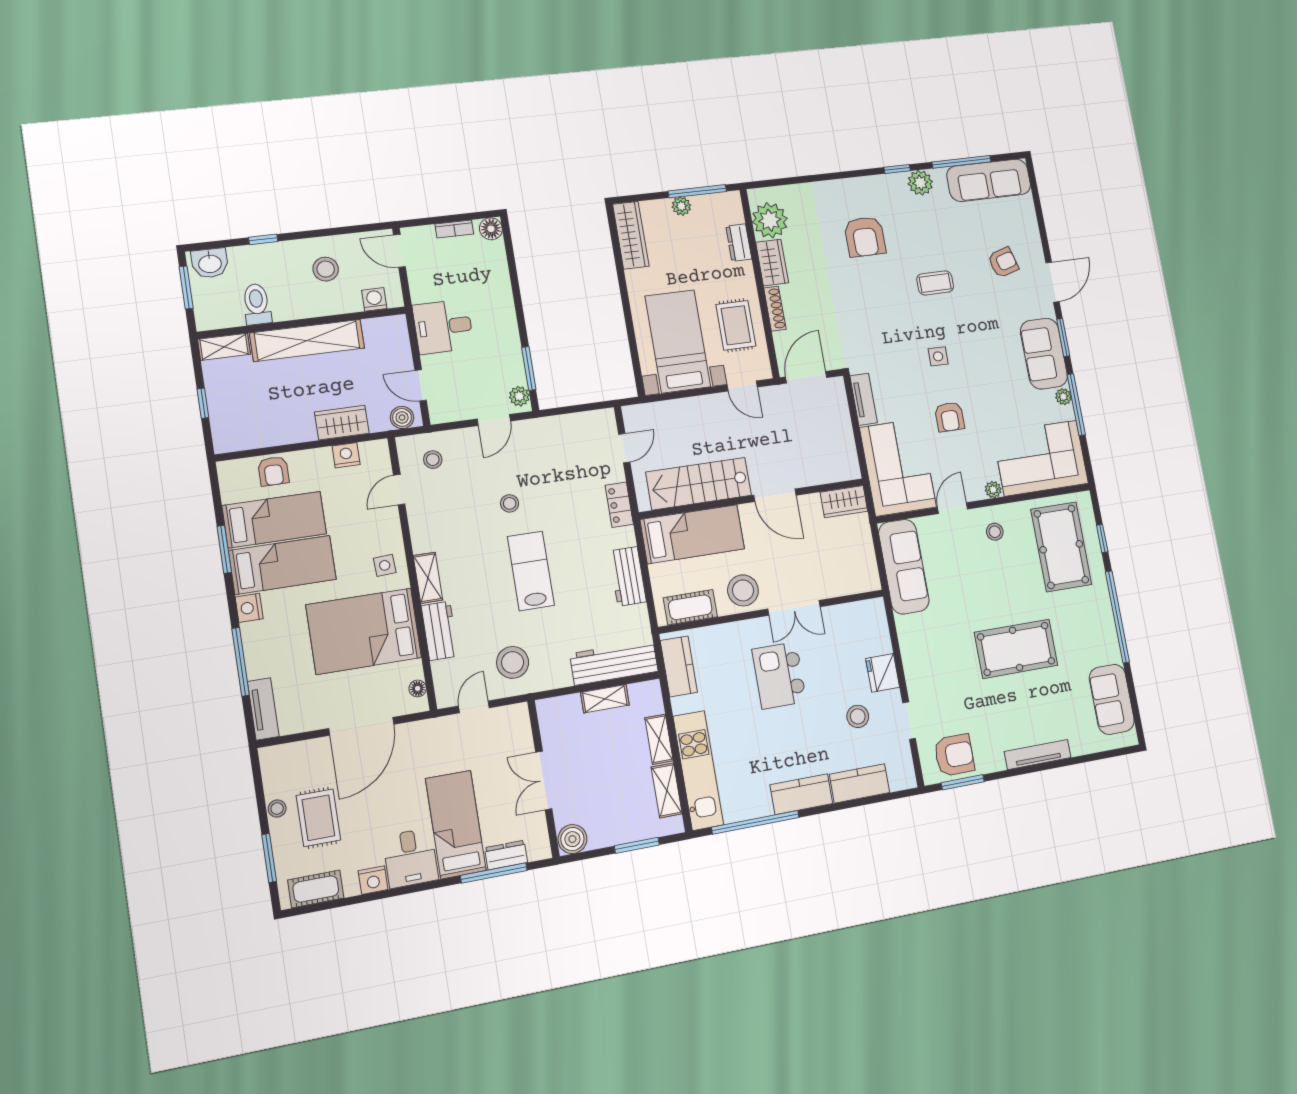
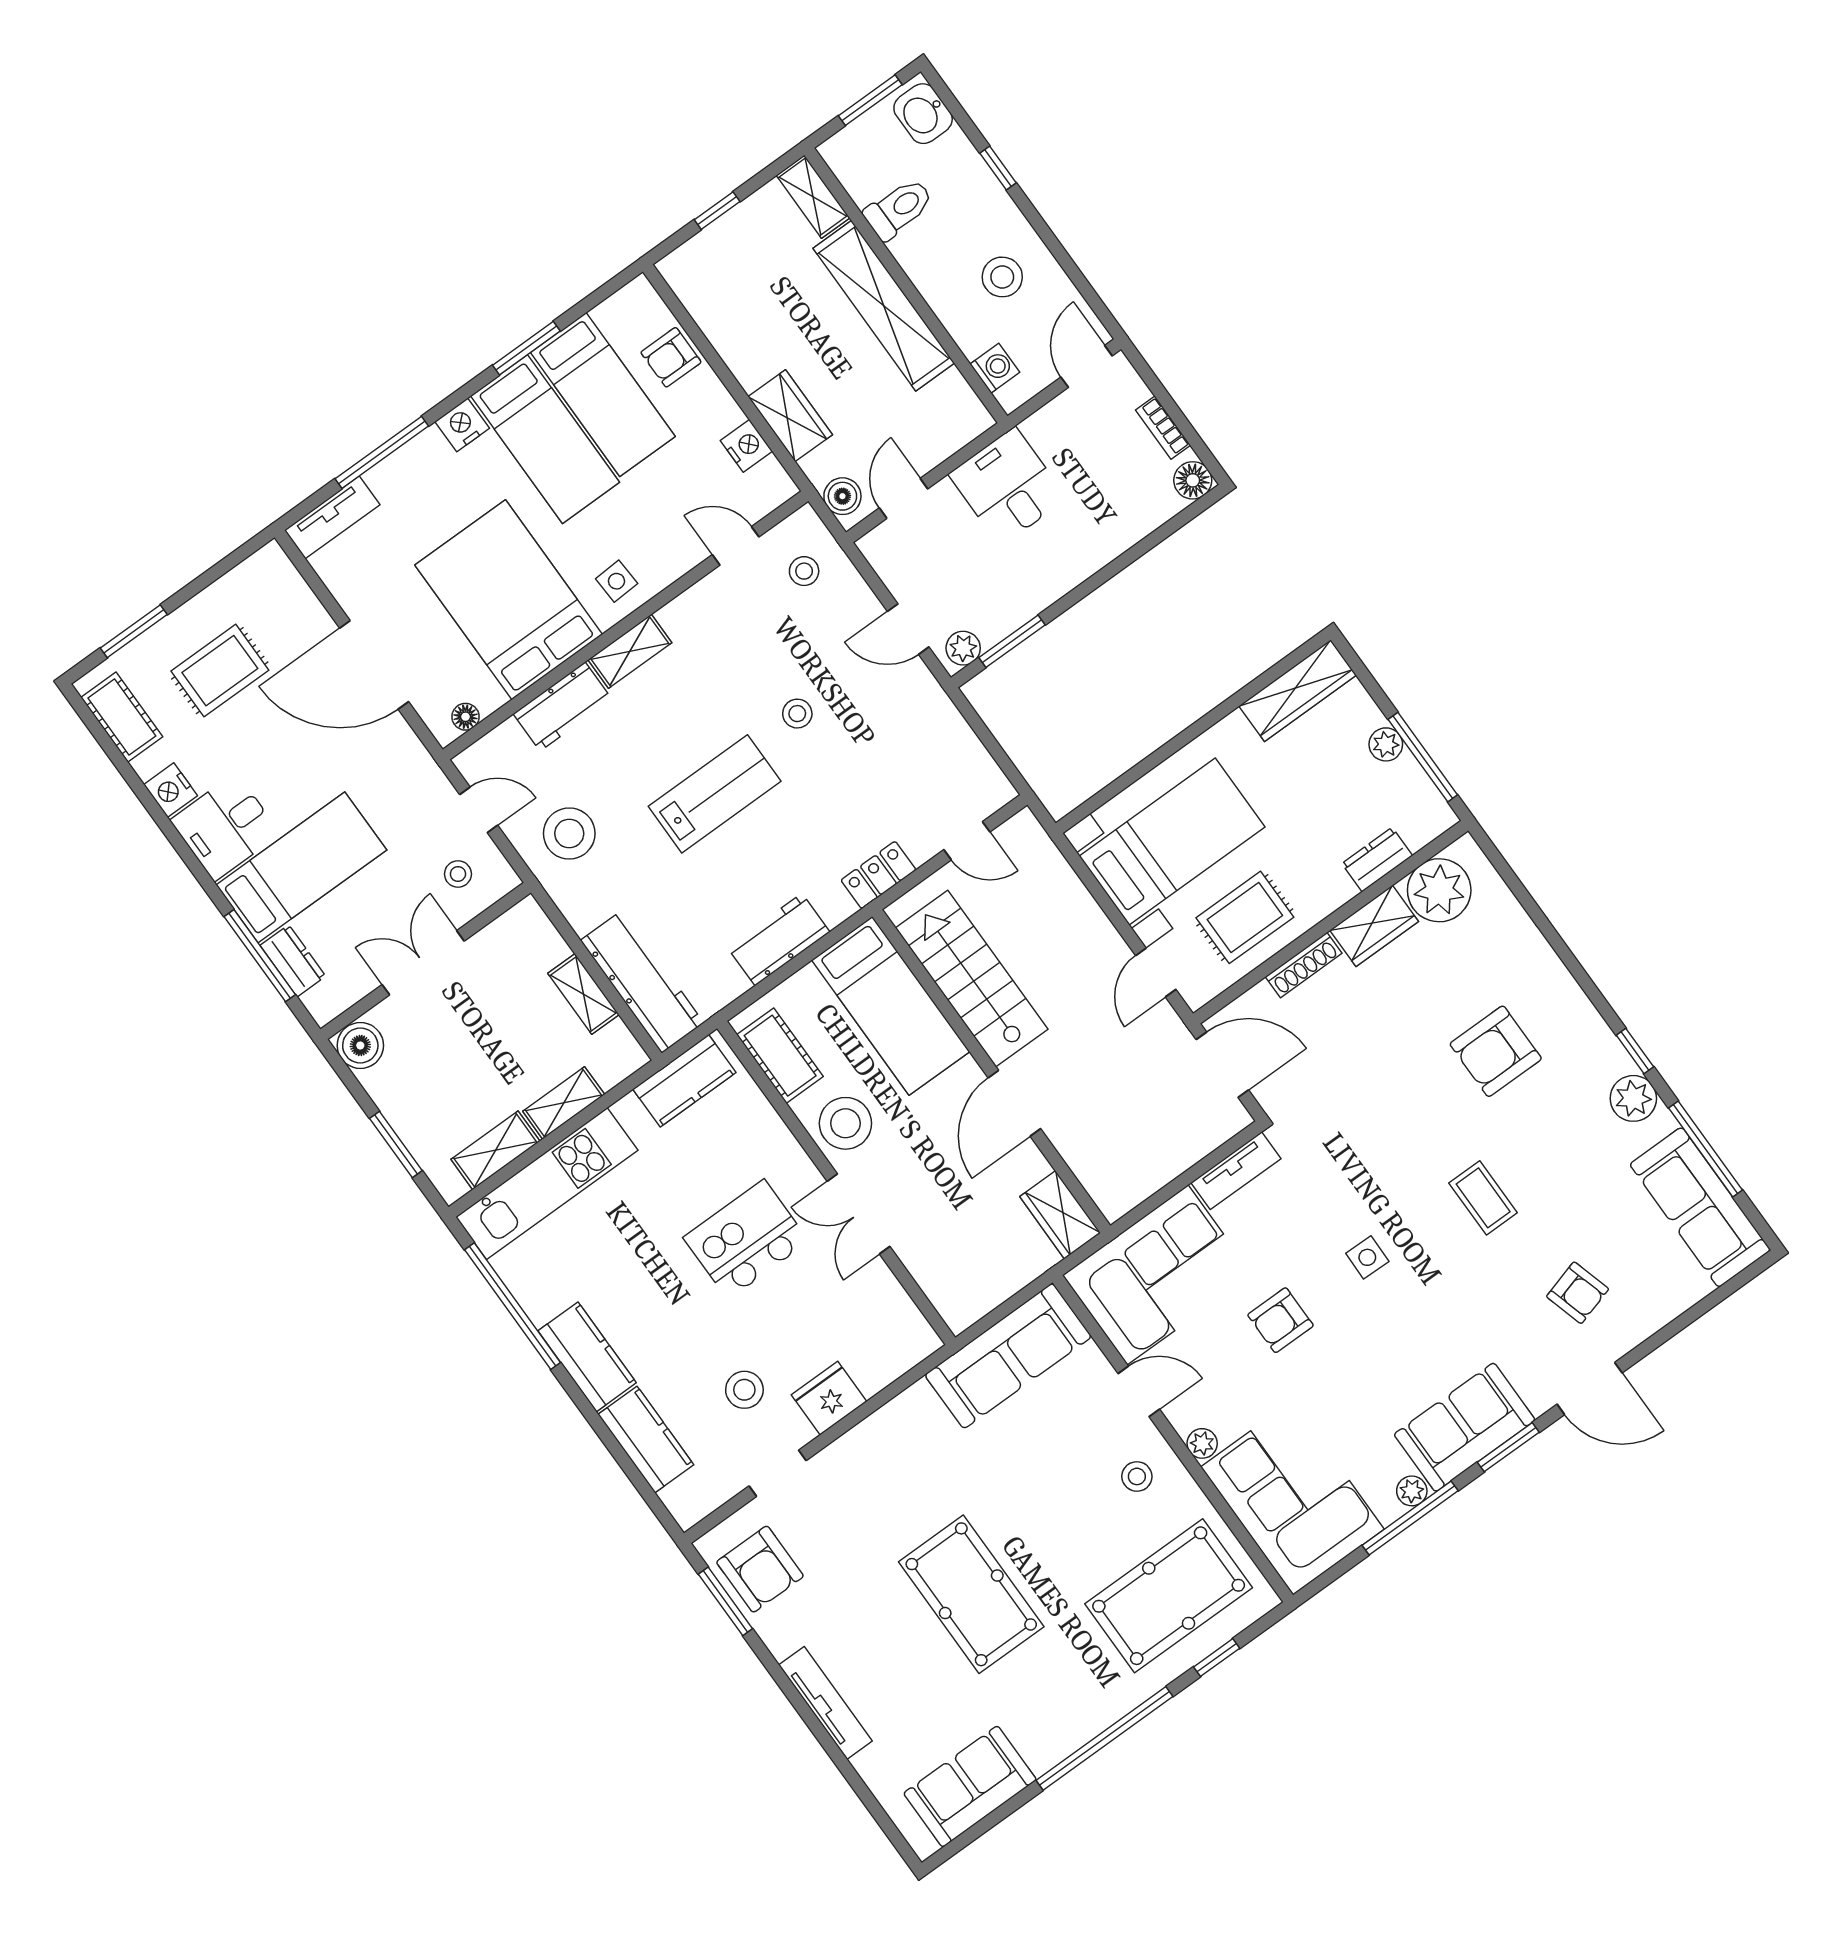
stool: (277, 809) -> (458, 874), moved

